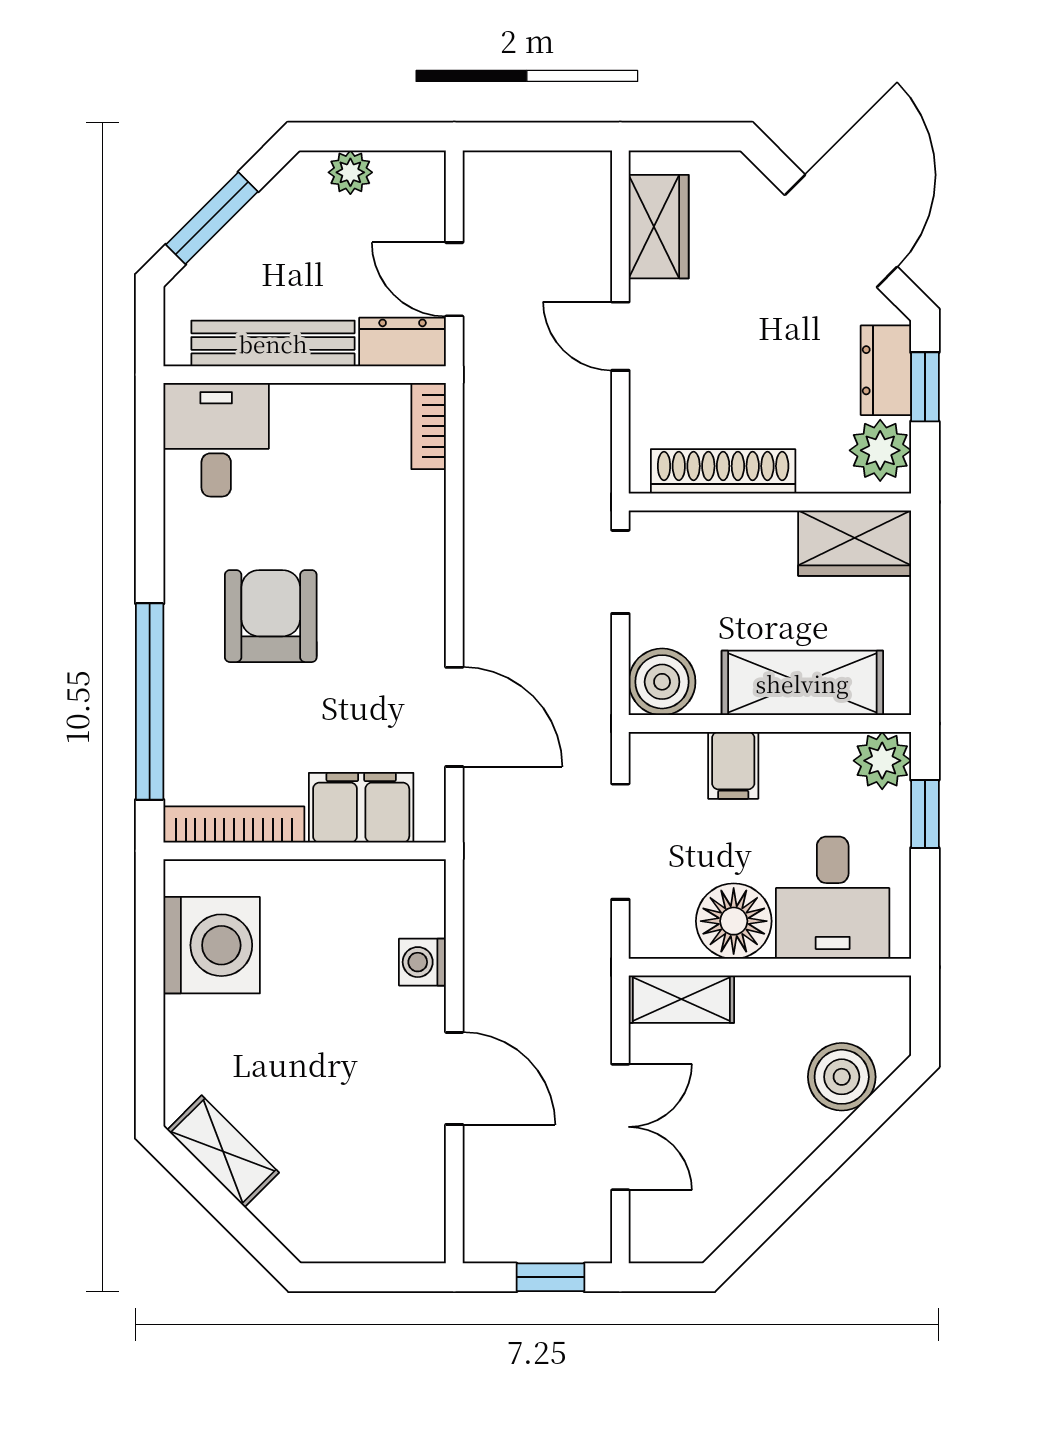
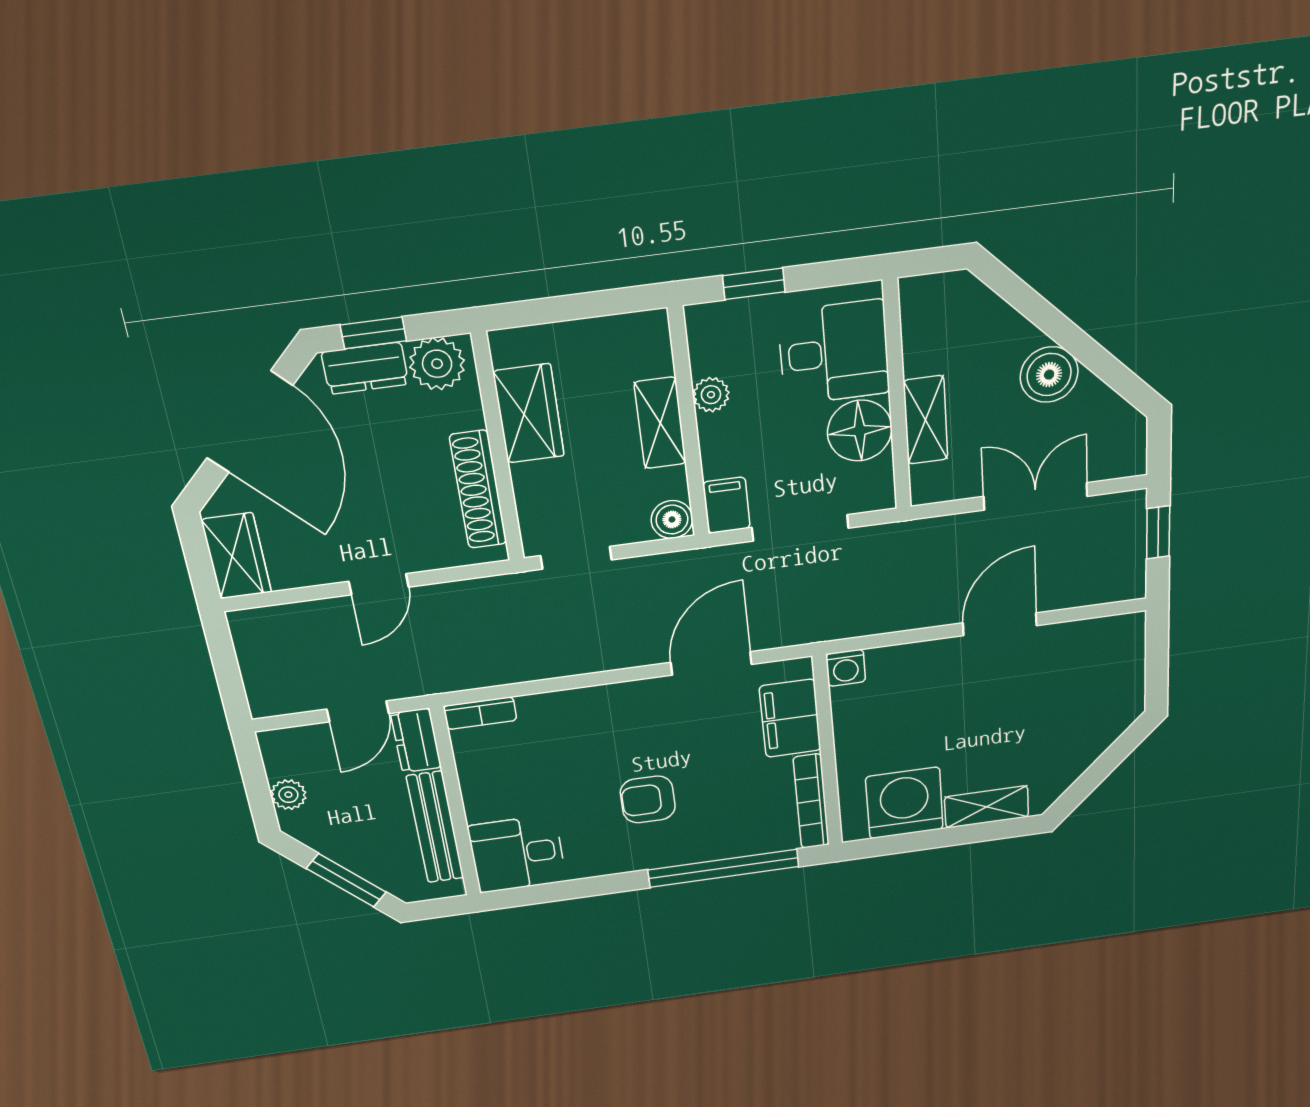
wardrobe: (659, 227) -> (236, 556), moved, turned 90
door: (841, 231) -> (250, 422), swing flipped
wardrobe: (855, 543) -> (529, 414), moved
armchair: (271, 616) -> (648, 799), width x0.72, depth x0.72
boiler: (662, 682) -> (672, 520), width x0.73, depth x0.73
shelving: (802, 683) -> (660, 423), width x0.67, depth x0.75
plant: (882, 761) -> (711, 395), moved, width x0.73, depth x0.73
filing cabinet: (733, 765) -> (727, 505), moved, turned -90
washing machine: (422, 962) -> (846, 668), moved
shelving: (681, 999) -> (926, 420), moved
boiler: (842, 1077) -> (1049, 375), moved
shelving: (223, 1151) -> (987, 807), moved, turned 45

